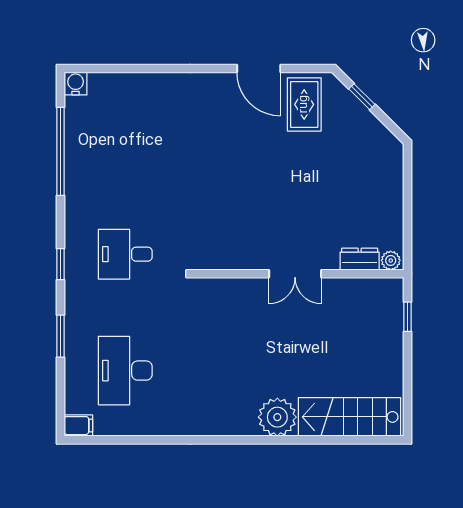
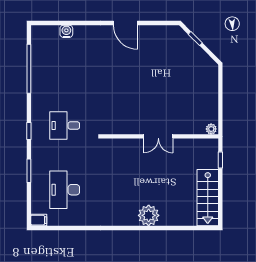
door: (259, 69) -> (125, 23), moved
water cooler: (76, 84) -> (66, 31), moved
rug: (304, 104) -> (163, 43), removed
dresser: (360, 259) -> (194, 128), removed
stairs: (350, 417) -> (208, 198), moved, turned -90

